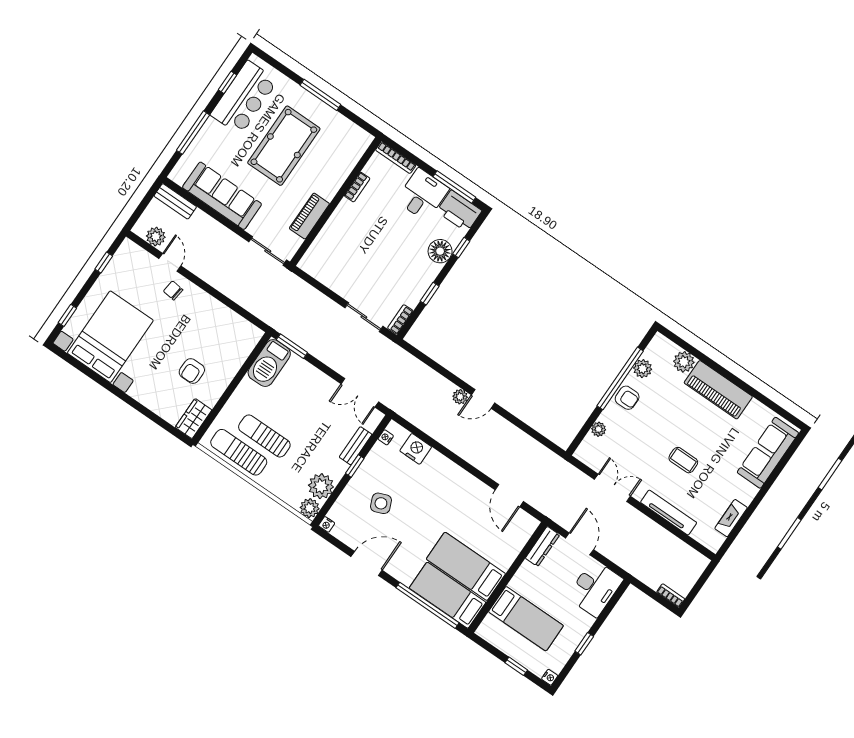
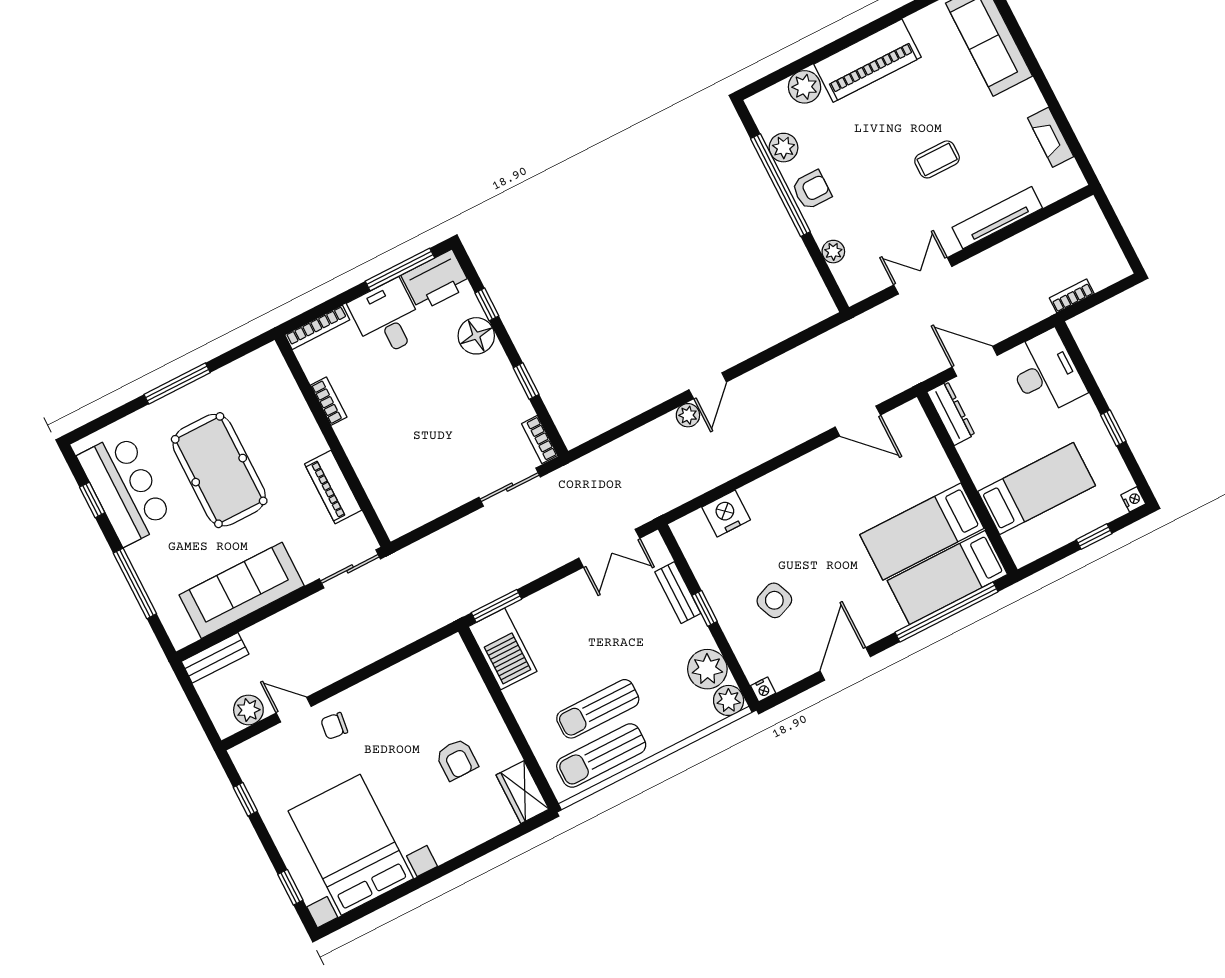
nightstand: (386, 437) -> (689, 546), removed
bookcase: (671, 595) -> (1072, 296), moved

